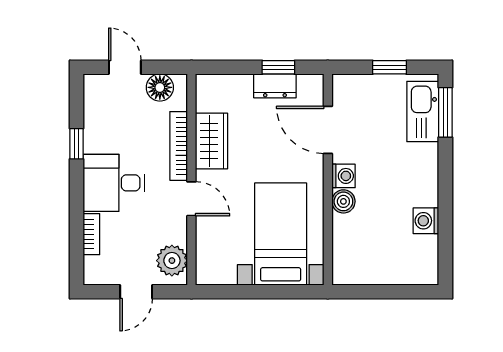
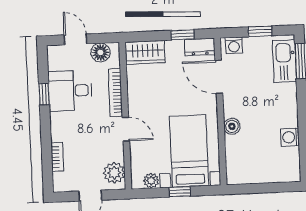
dresser: (275, 86) -> (200, 47), moved
wardrobe: (212, 141) -> (145, 52), moved, turned 90
washing machine: (343, 176) -> (234, 45), moved, turned 90
desk: (114, 183) -> (70, 91), moved
plant: (224, 274) -> (151, 181), added
window: (265, 292) -> (180, 192), added

